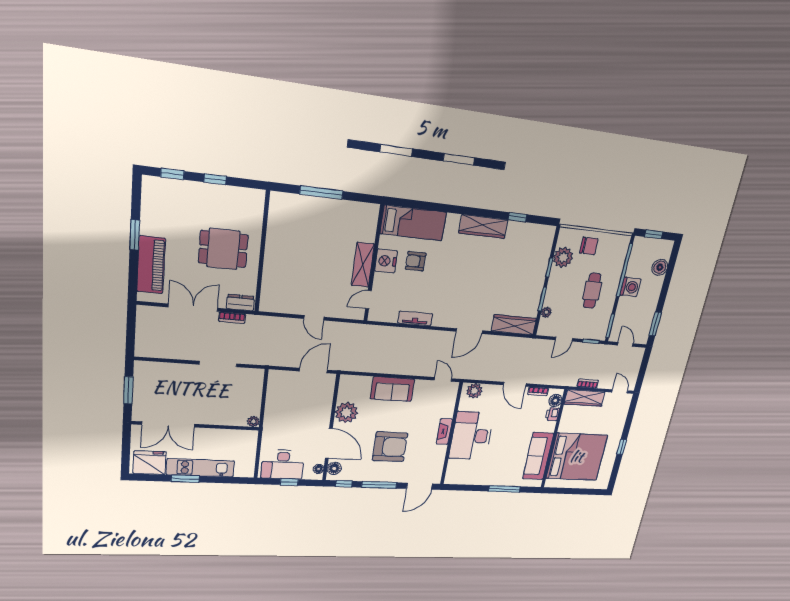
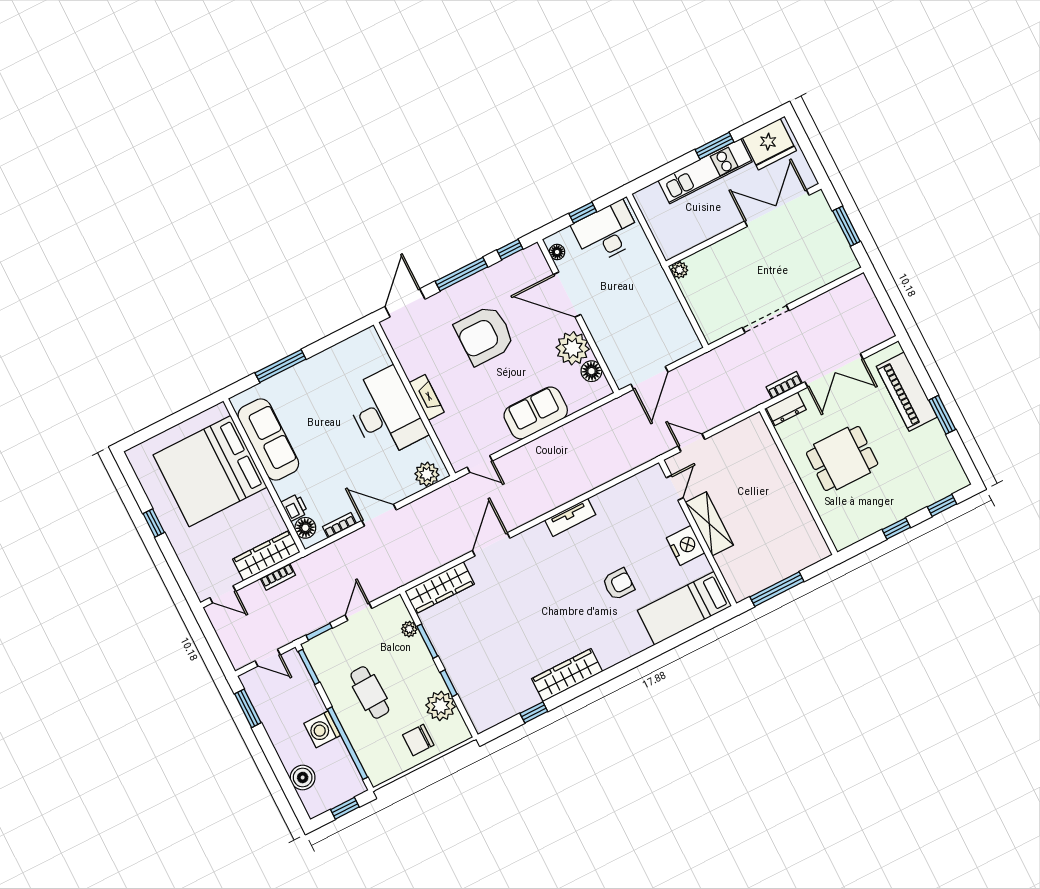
bed: (413, 223) -> (684, 608), moved
nightstand: (386, 261) -> (686, 545), moved
wall: (374, 264) -> (698, 533), moved
shelving: (363, 265) -> (709, 524), moved
door: (368, 300) -> (675, 488), moved
floor lamp: (334, 468) -> (591, 371), moved

